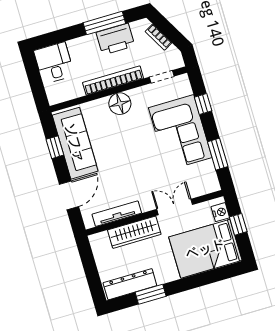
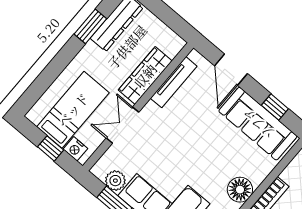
plant: (206, 170) -> (115, 181), added
double door: (175, 207) -> (122, 125), swing flipped
bed: (205, 249) -> (73, 110), width x0.67

